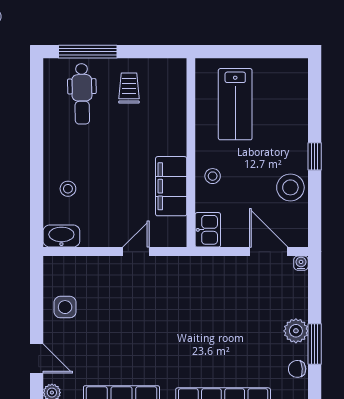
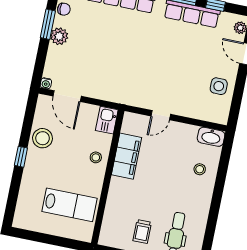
lab bench: (235, 104) -> (69, 205), turned 90

